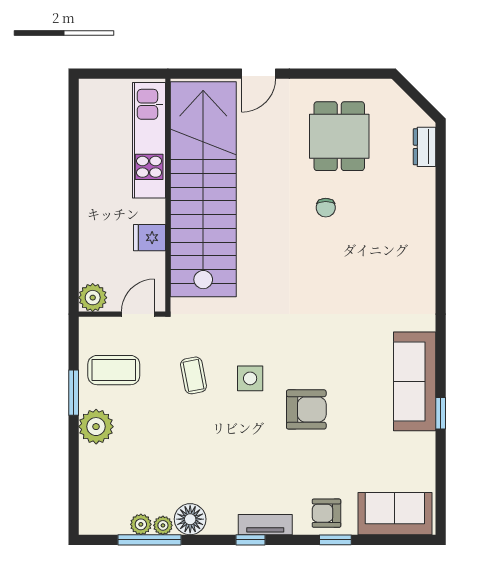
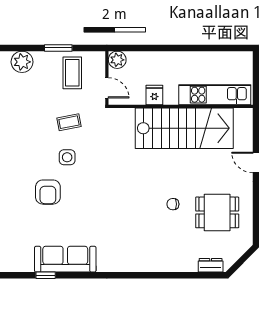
stairs: (203, 189) -> (184, 128), width x0.73
plant: (96, 427) -> (22, 62), moved

